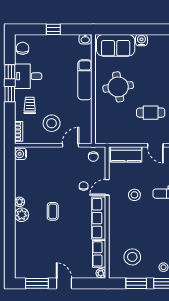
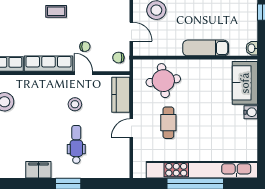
round table: (118, 87) -> (163, 81), moved

